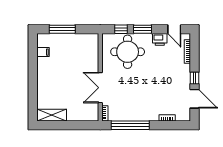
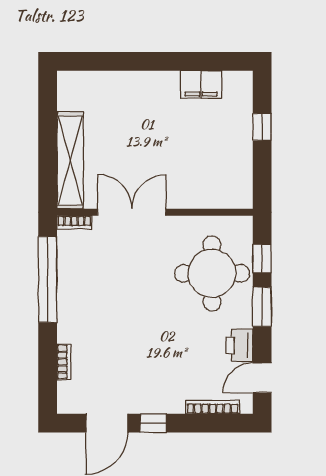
window: (62, 29) -> (262, 127), width x0.46
filing cabinet: (43, 52) -> (201, 84), width x2.00
shelving: (52, 115) -> (70, 160), moved, width x1.47

